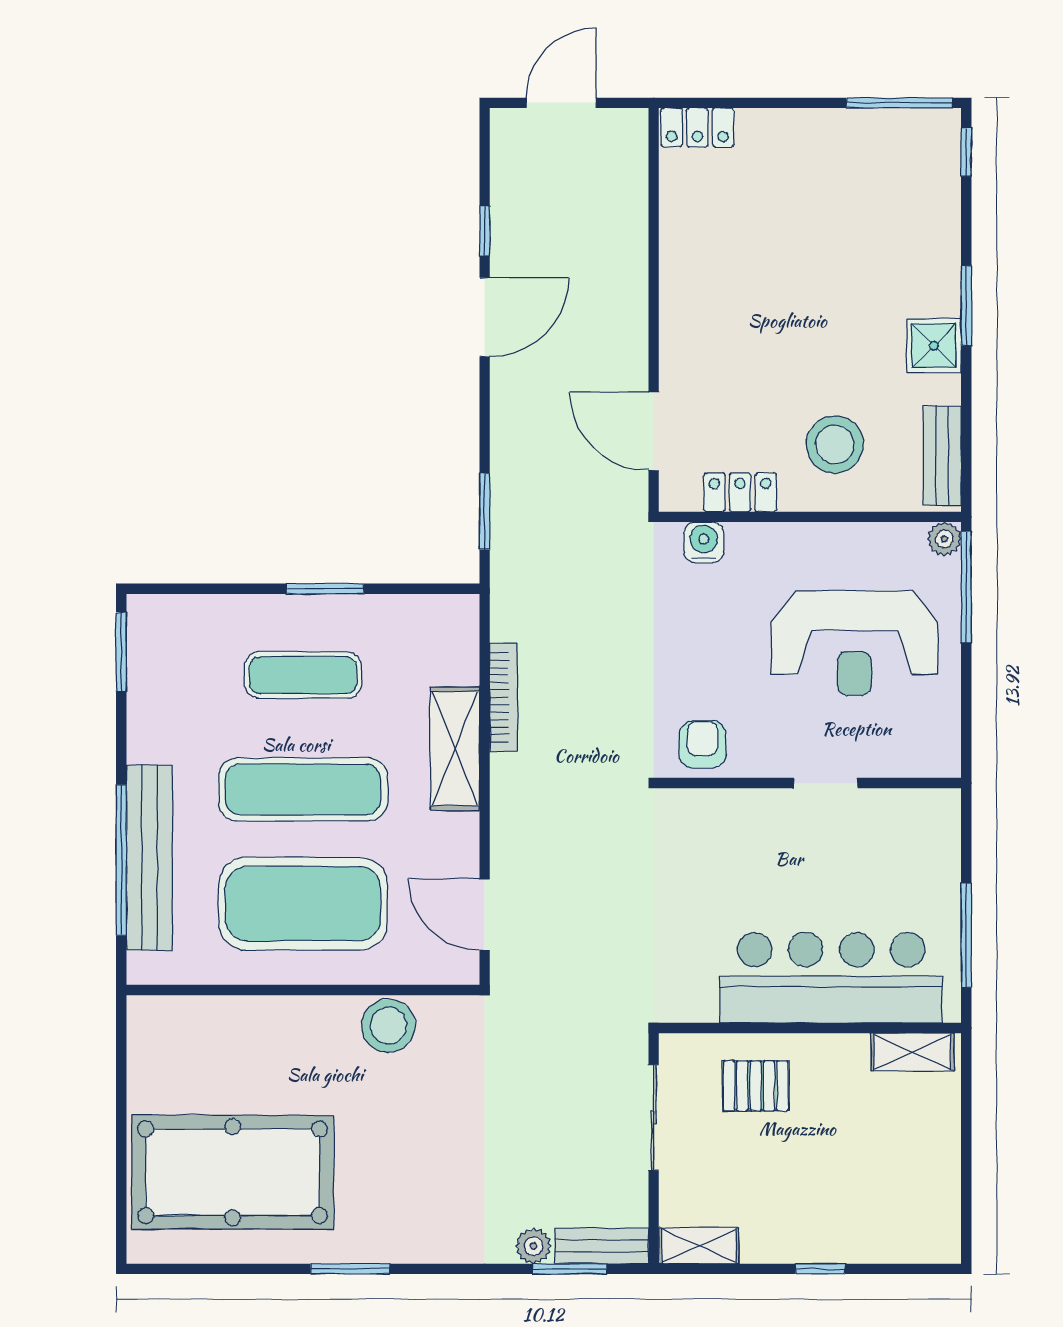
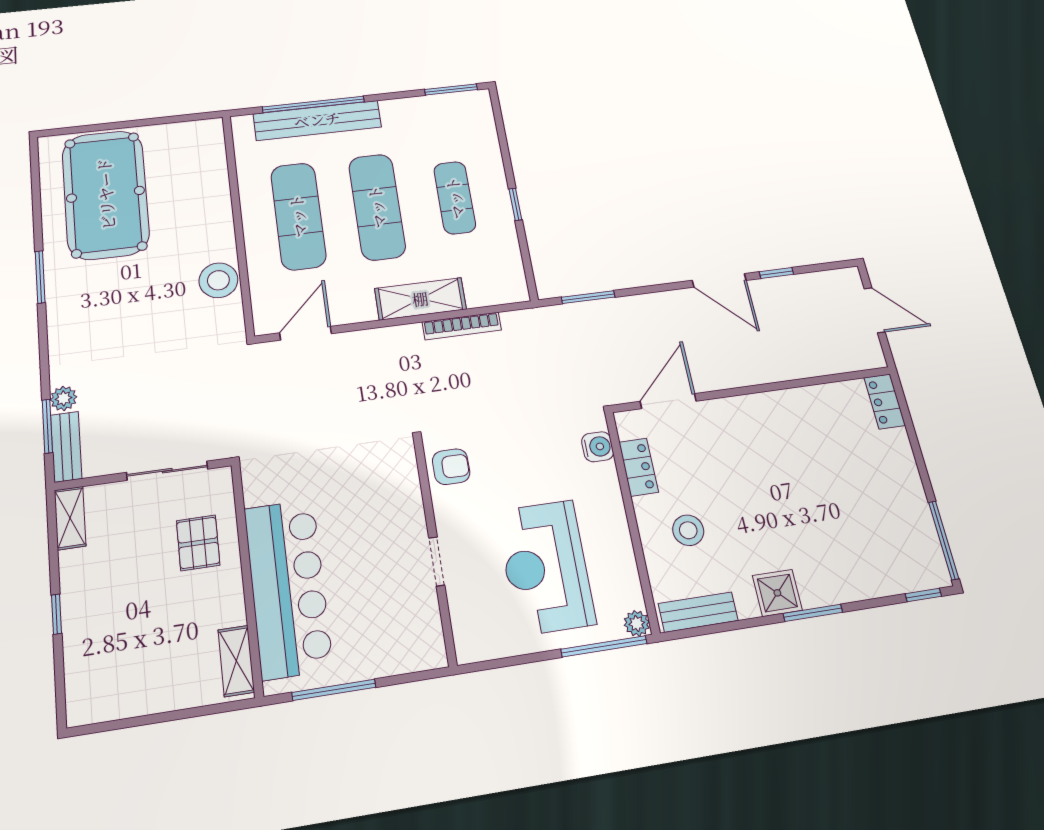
stool: (835, 445) -> (688, 530), width x0.73, depth x0.73
window: (325, 589) -> (515, 204), width x0.67
exercise mat: (303, 904) -> (298, 216), width x0.68

